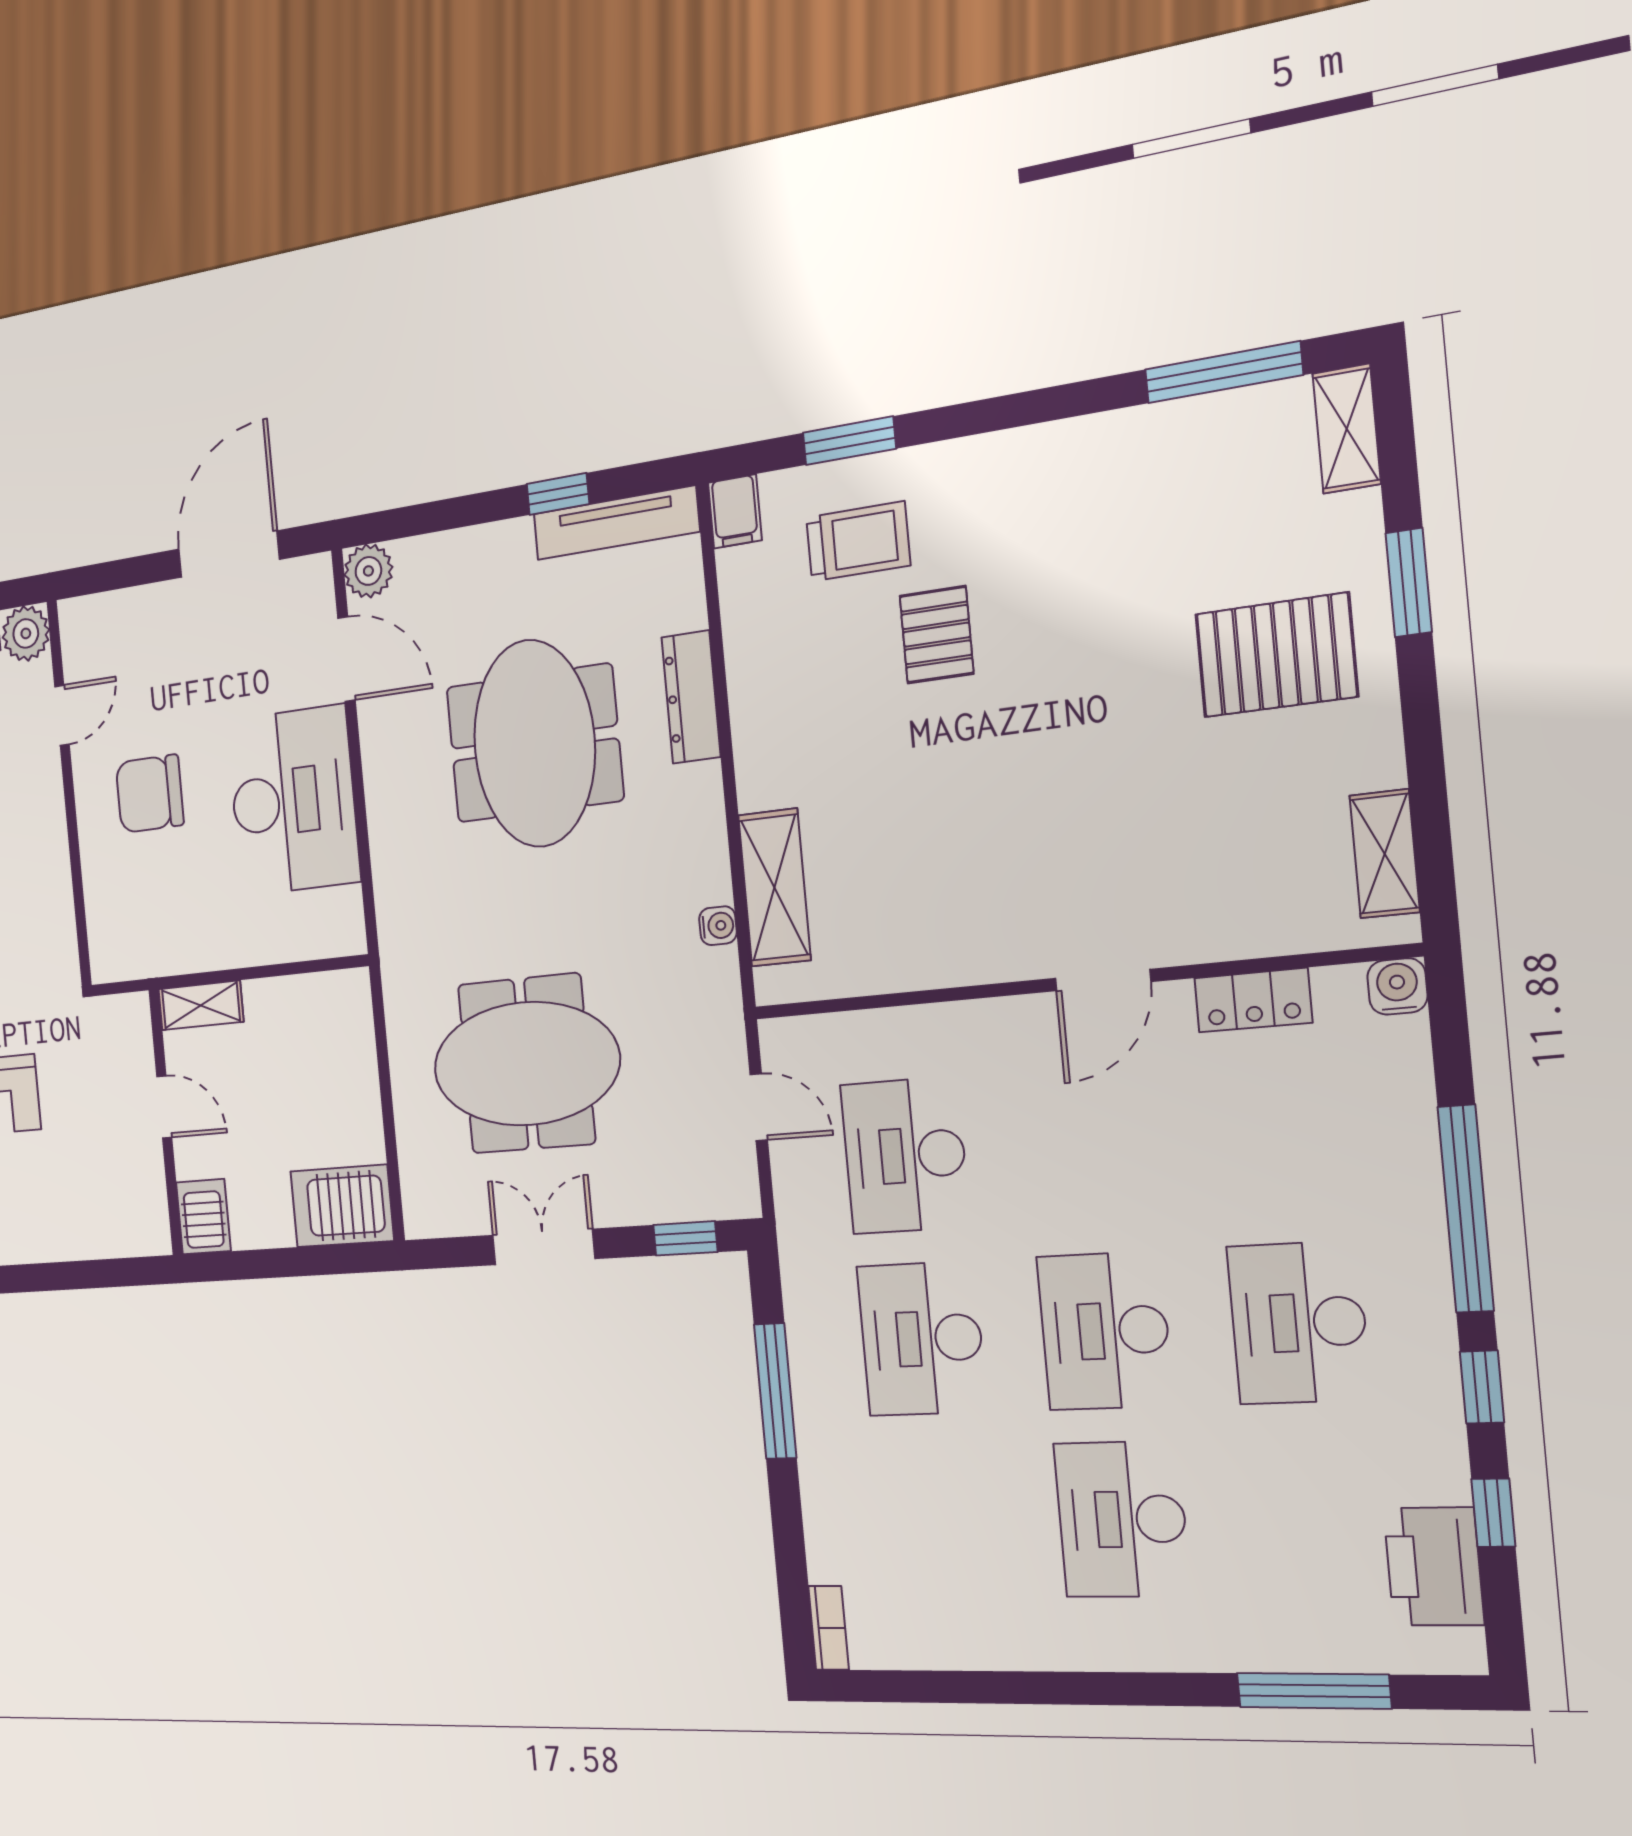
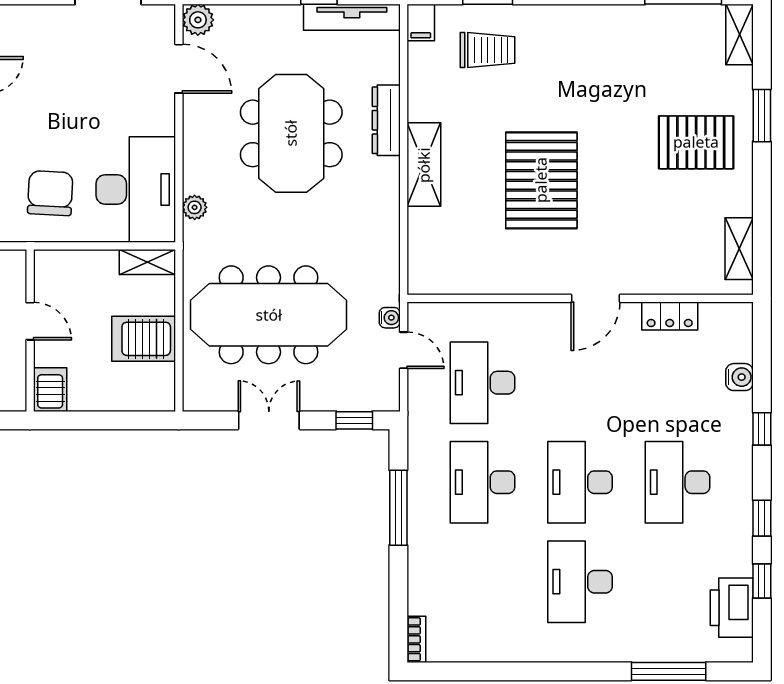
pallet: (937, 635) -> (541, 180), moved, width x2.05, depth x2.00
chair: (150, 794) -> (50, 193), moved, turned 93
desk: (293, 801) -> (136, 189), moved
shelving: (774, 888) -> (424, 165), moved
plant: (392, 891) -> (195, 207), added
water cooler: (718, 926) -> (390, 318), moved
water cooler: (1397, 986) -> (739, 377), moved, turned 90
shelving: (201, 1005) -> (147, 262), moved
meeting table: (526, 1064) -> (269, 315), width x1.36
server rack: (342, 1206) -> (144, 339), moved
window: (1466, 1209) -> (762, 429), width x0.32

